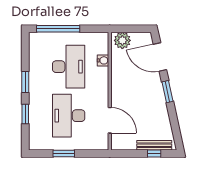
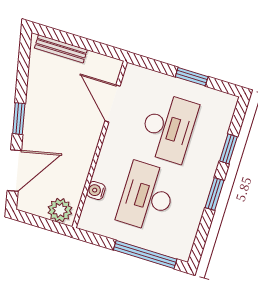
door: (160, 57) -> (14, 170), hinge flipped
window: (154, 154) -> (65, 37), removed

